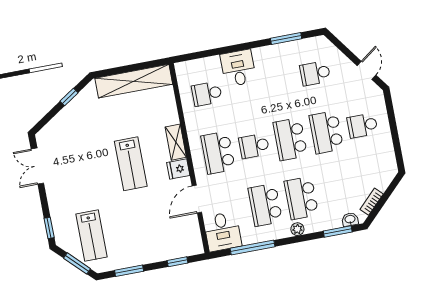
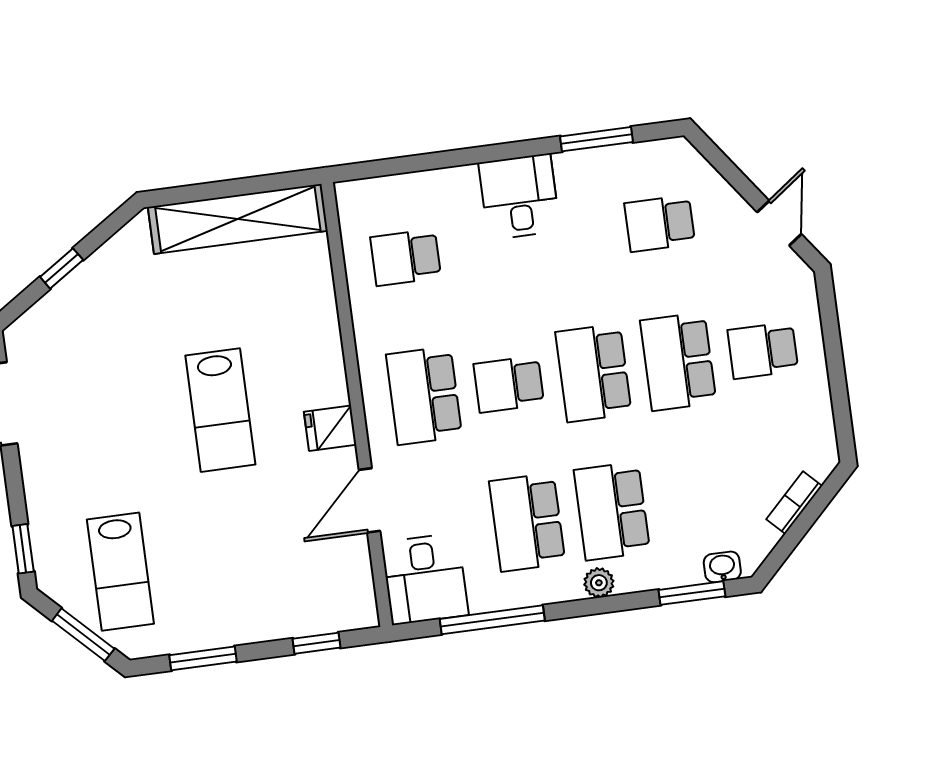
desk: (238, 68) -> (519, 197), moved
window: (69, 97) -> (62, 268), moved
shelving: (176, 142) -> (328, 366), removed
bookcase: (372, 202) -> (794, 503), moved

